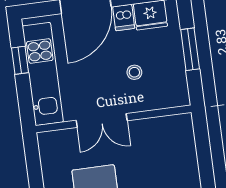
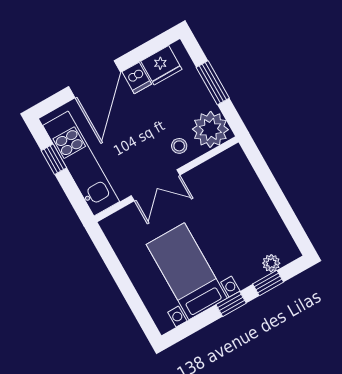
stool: (134, 72) -> (179, 146), moved
plant: (171, 90) -> (210, 129), added

